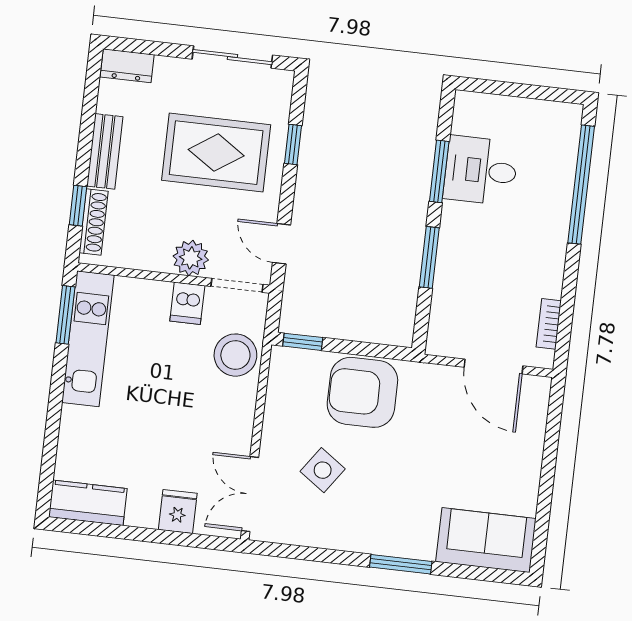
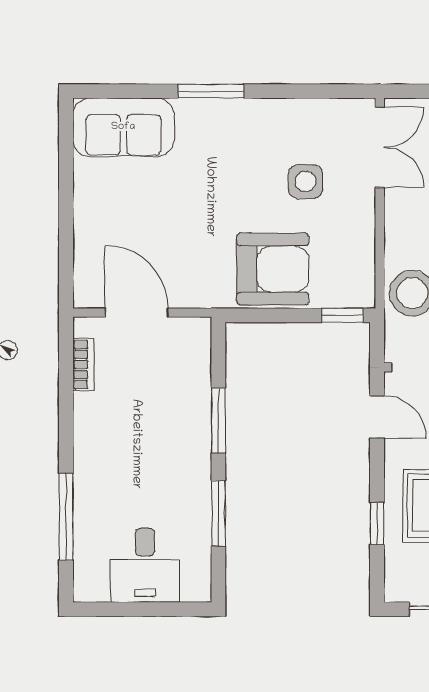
desk: (481, 171) -> (145, 565), moved, turned 90
window: (581, 185) -> (66, 517), width x0.68
side table: (323, 470) -> (305, 182), turned -35

